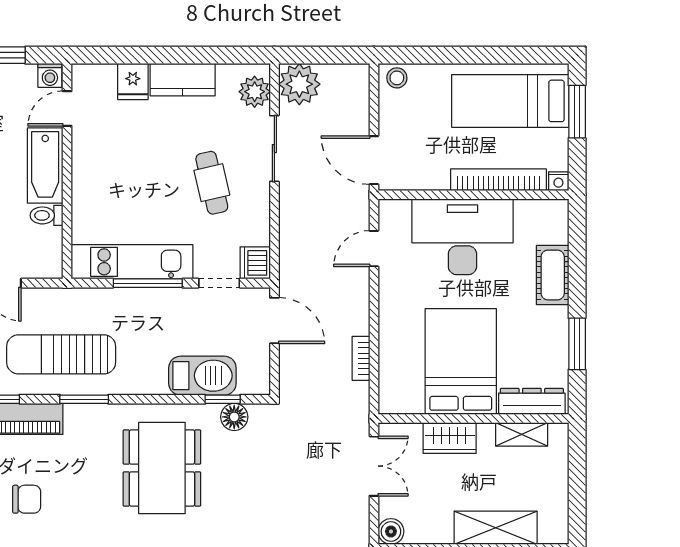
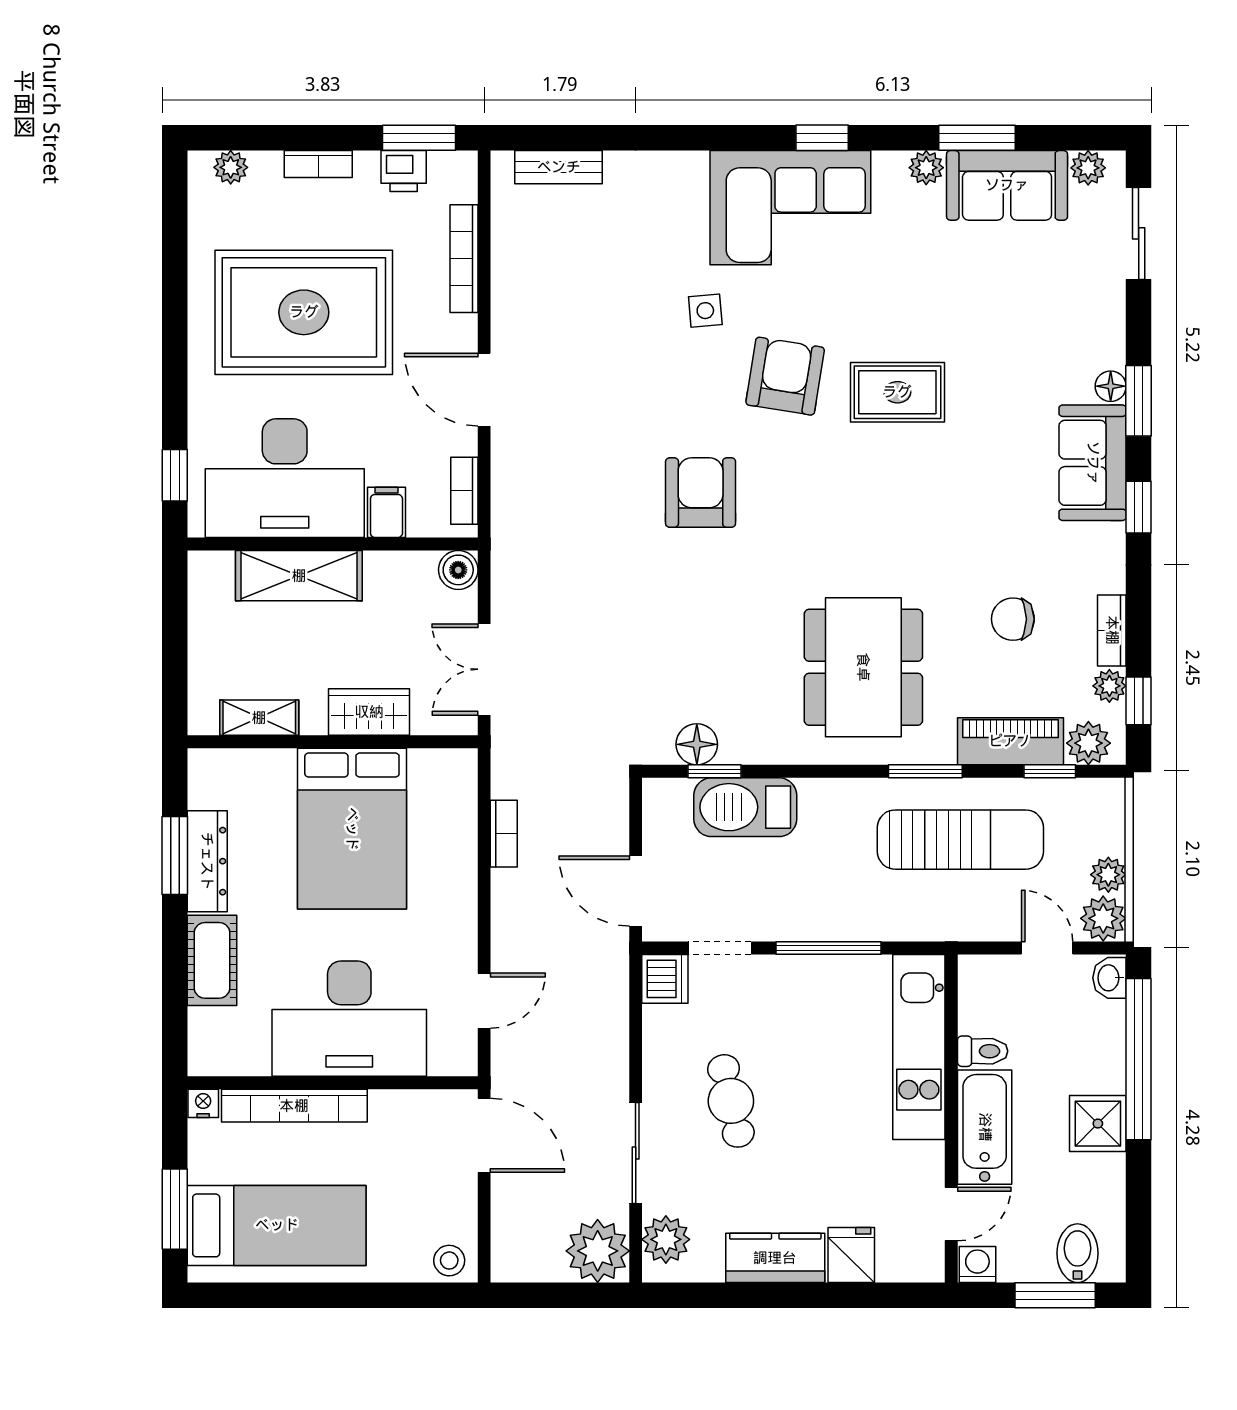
kitchen unit: (132, 262) -> (919, 1047), moved, turned 90
dresser: (532, 401) -> (207, 861), moved, turned -90
dining table: (162, 468) -> (863, 667), moved

